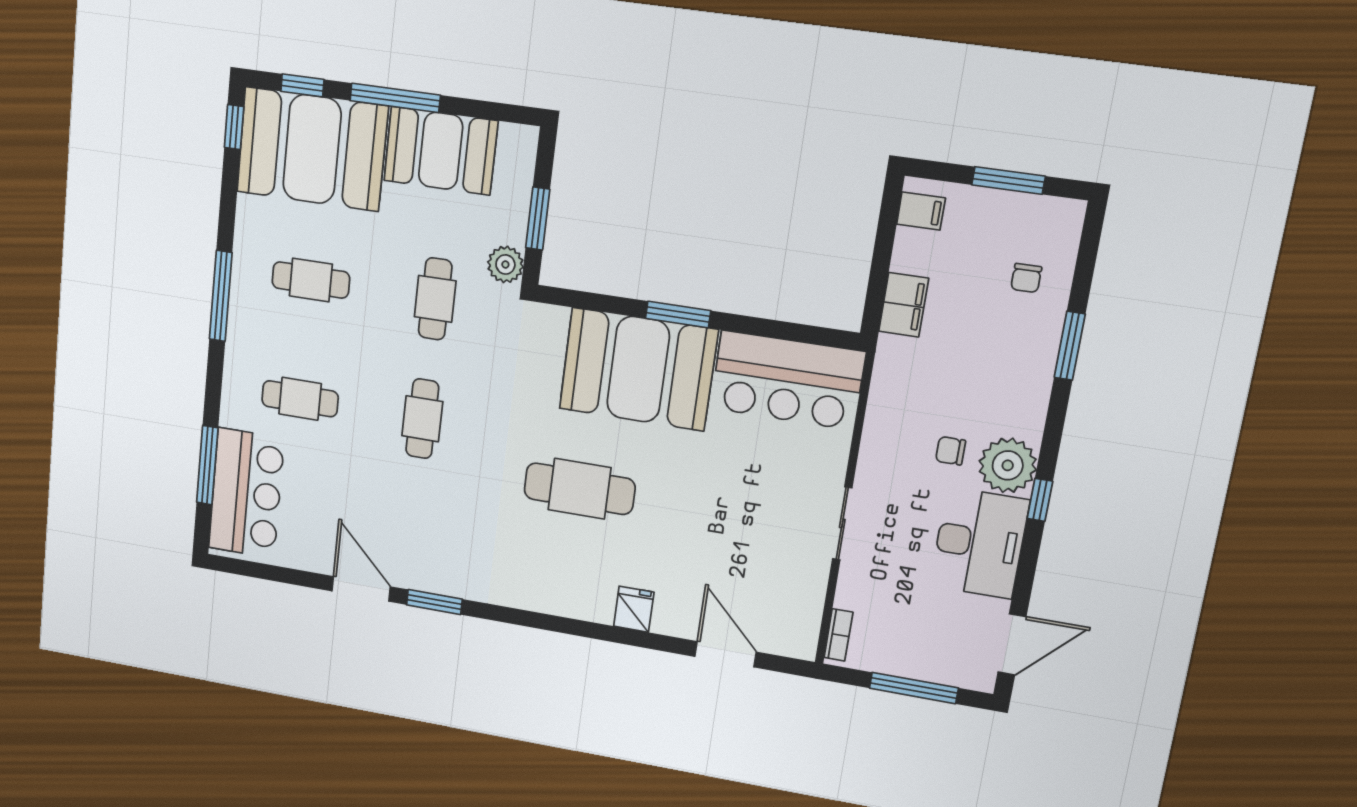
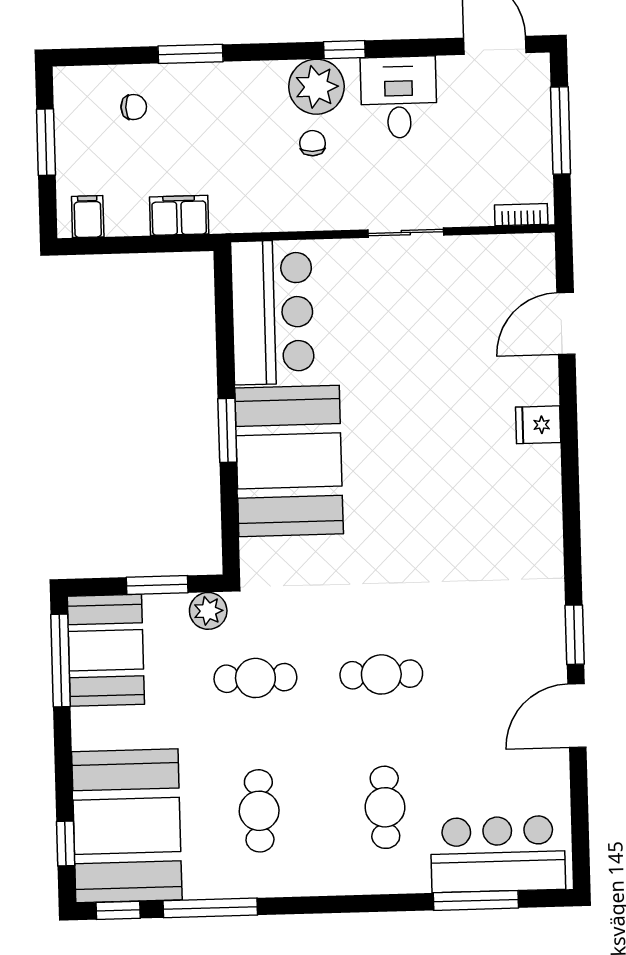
window: (395, 98) -> (60, 660), moved
booth: (441, 151) -> (106, 650), moved
window: (221, 296) -> (210, 908), moved
chair: (951, 451) -> (313, 143), turned 180
cafe table: (580, 489) -> (423, 501), removed
desk: (979, 543) -> (399, 97), width x0.73

